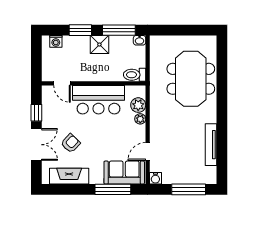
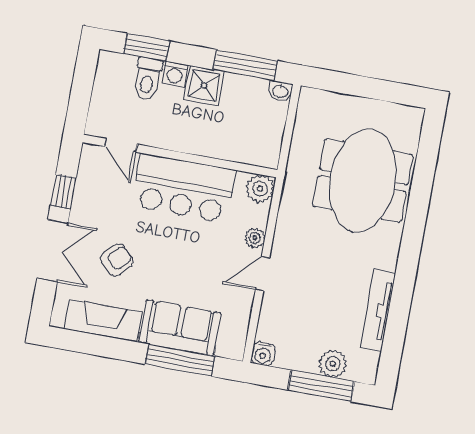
window: (80, 30) -> (147, 47), moved
washing machine: (56, 41) -> (175, 74), moved
toilet: (135, 75) -> (148, 79), moved, turned -90
plant: (138, 105) -> (260, 189), moved
door: (148, 151) -> (263, 274), moved
sofa: (124, 173) -> (180, 328), moved
plant: (193, 177) -> (333, 364), added

